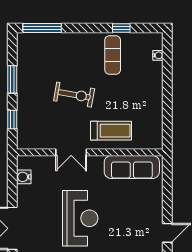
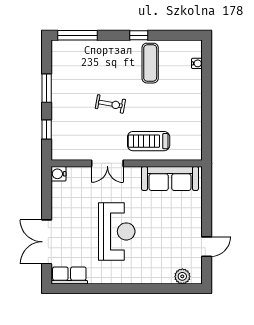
window: (121, 28) -> (139, 35), moved
exercise bike: (74, 95) -> (110, 104), width x0.73, depth x0.72
treadmill: (111, 131) -> (149, 141), turned 180
water cooler: (24, 177) -> (59, 174), moved

